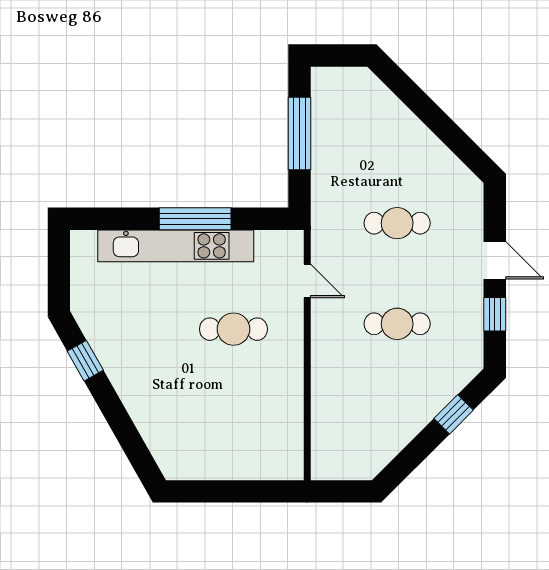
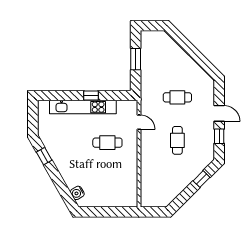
window: (300, 133) -> (136, 59), width x0.69
window: (195, 219) -> (91, 95), width x0.46
cafe table: (397, 324) -> (177, 140), turned 90
water cooler: (163, 447) -> (77, 193), added

